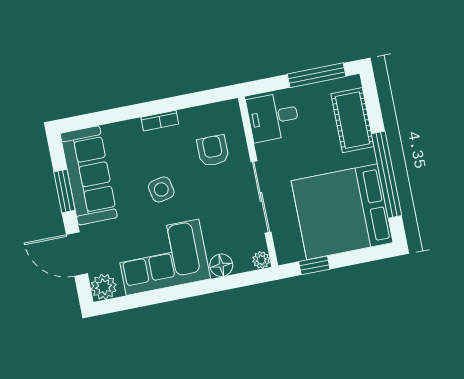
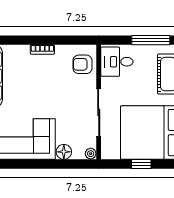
armchair: (213, 151) -> (82, 64), moved, turned -90
side table: (161, 189) -> (34, 95), removed
window: (314, 265) -> (141, 164), moved

